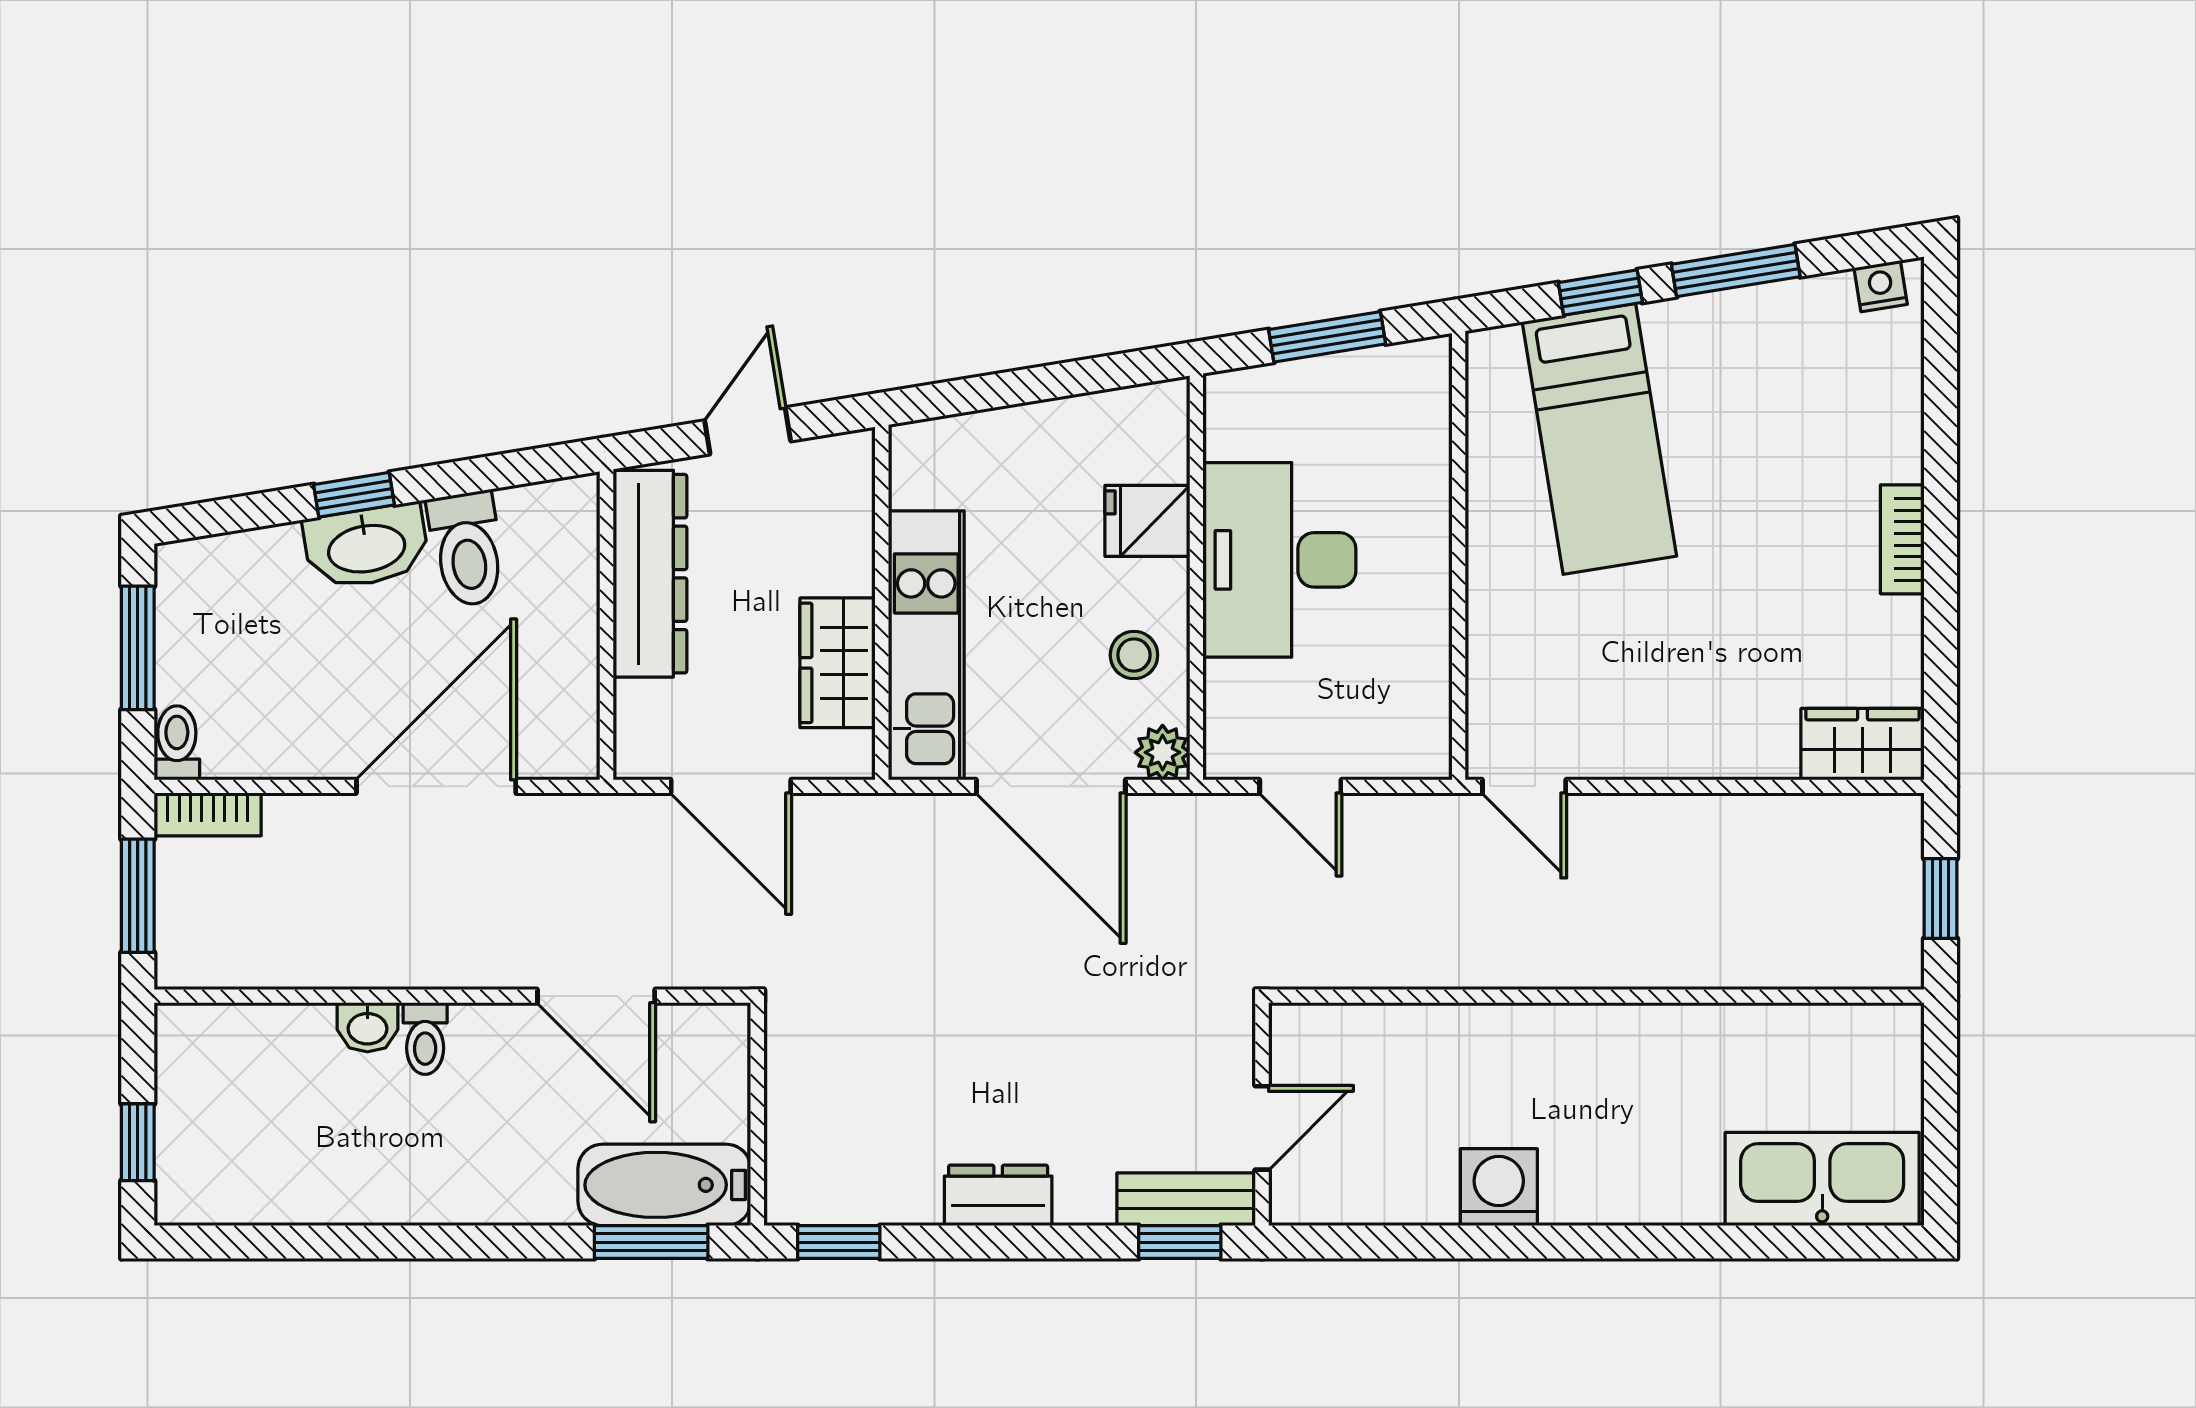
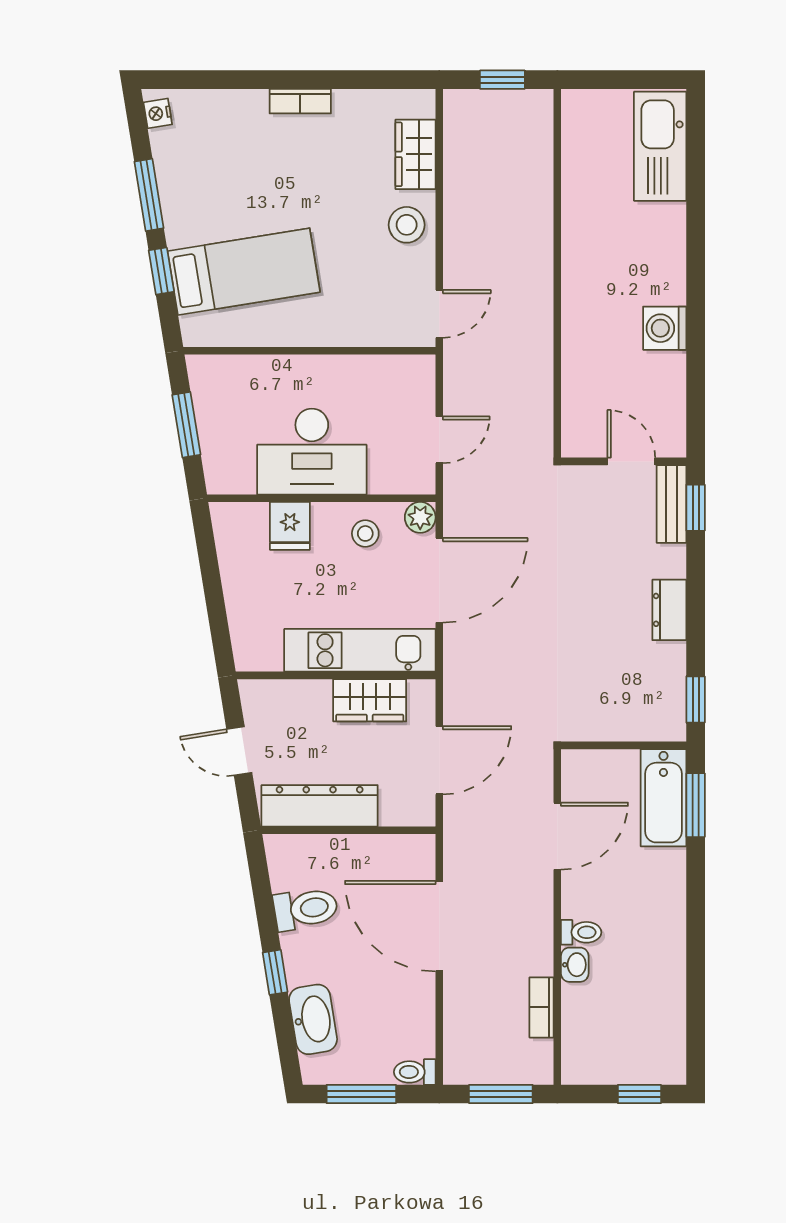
washbasin: (366, 547) -> (313, 1019), moved
stool: (1682, 728) -> (407, 225), added
wardrobe: (1863, 744) -> (415, 154), moved
bookcase: (208, 814) -> (542, 1007), moved, turned 180

